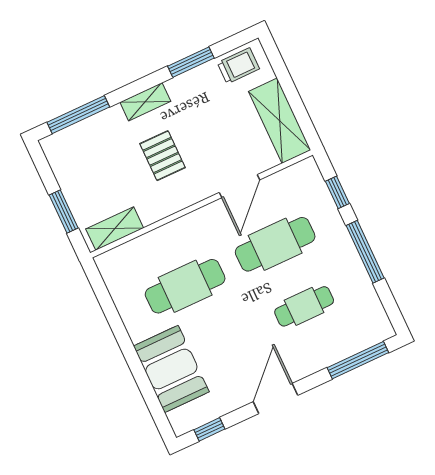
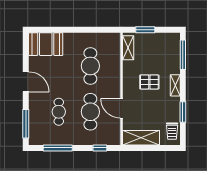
window: (365, 252) -> (58, 148), moved
booth: (171, 369) -> (46, 44), moved
window: (209, 429) -> (26, 48), removed

